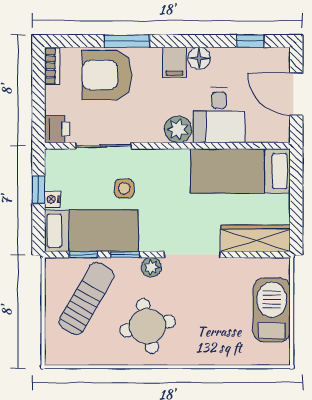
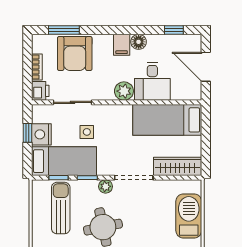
window: (127, 41) -> (64, 30), moved
bookcase: (52, 66) -> (37, 67), moved
armchair: (107, 75) -> (75, 53), turned -90
nightstand: (52, 199) -> (41, 134), width x1.89, depth x1.79
sun lounger: (87, 298) -> (61, 208), turned -30

